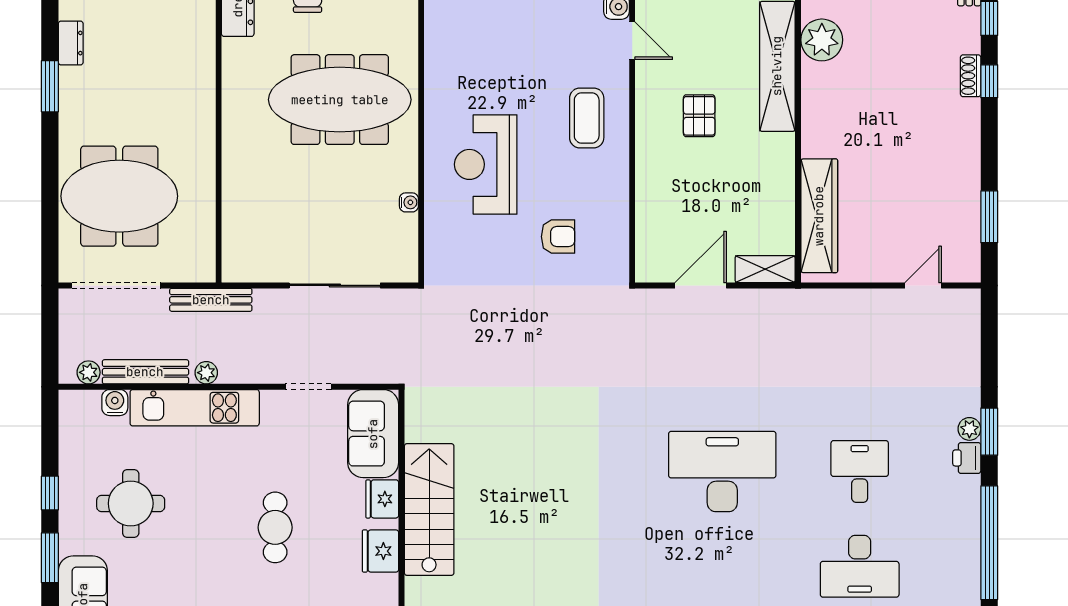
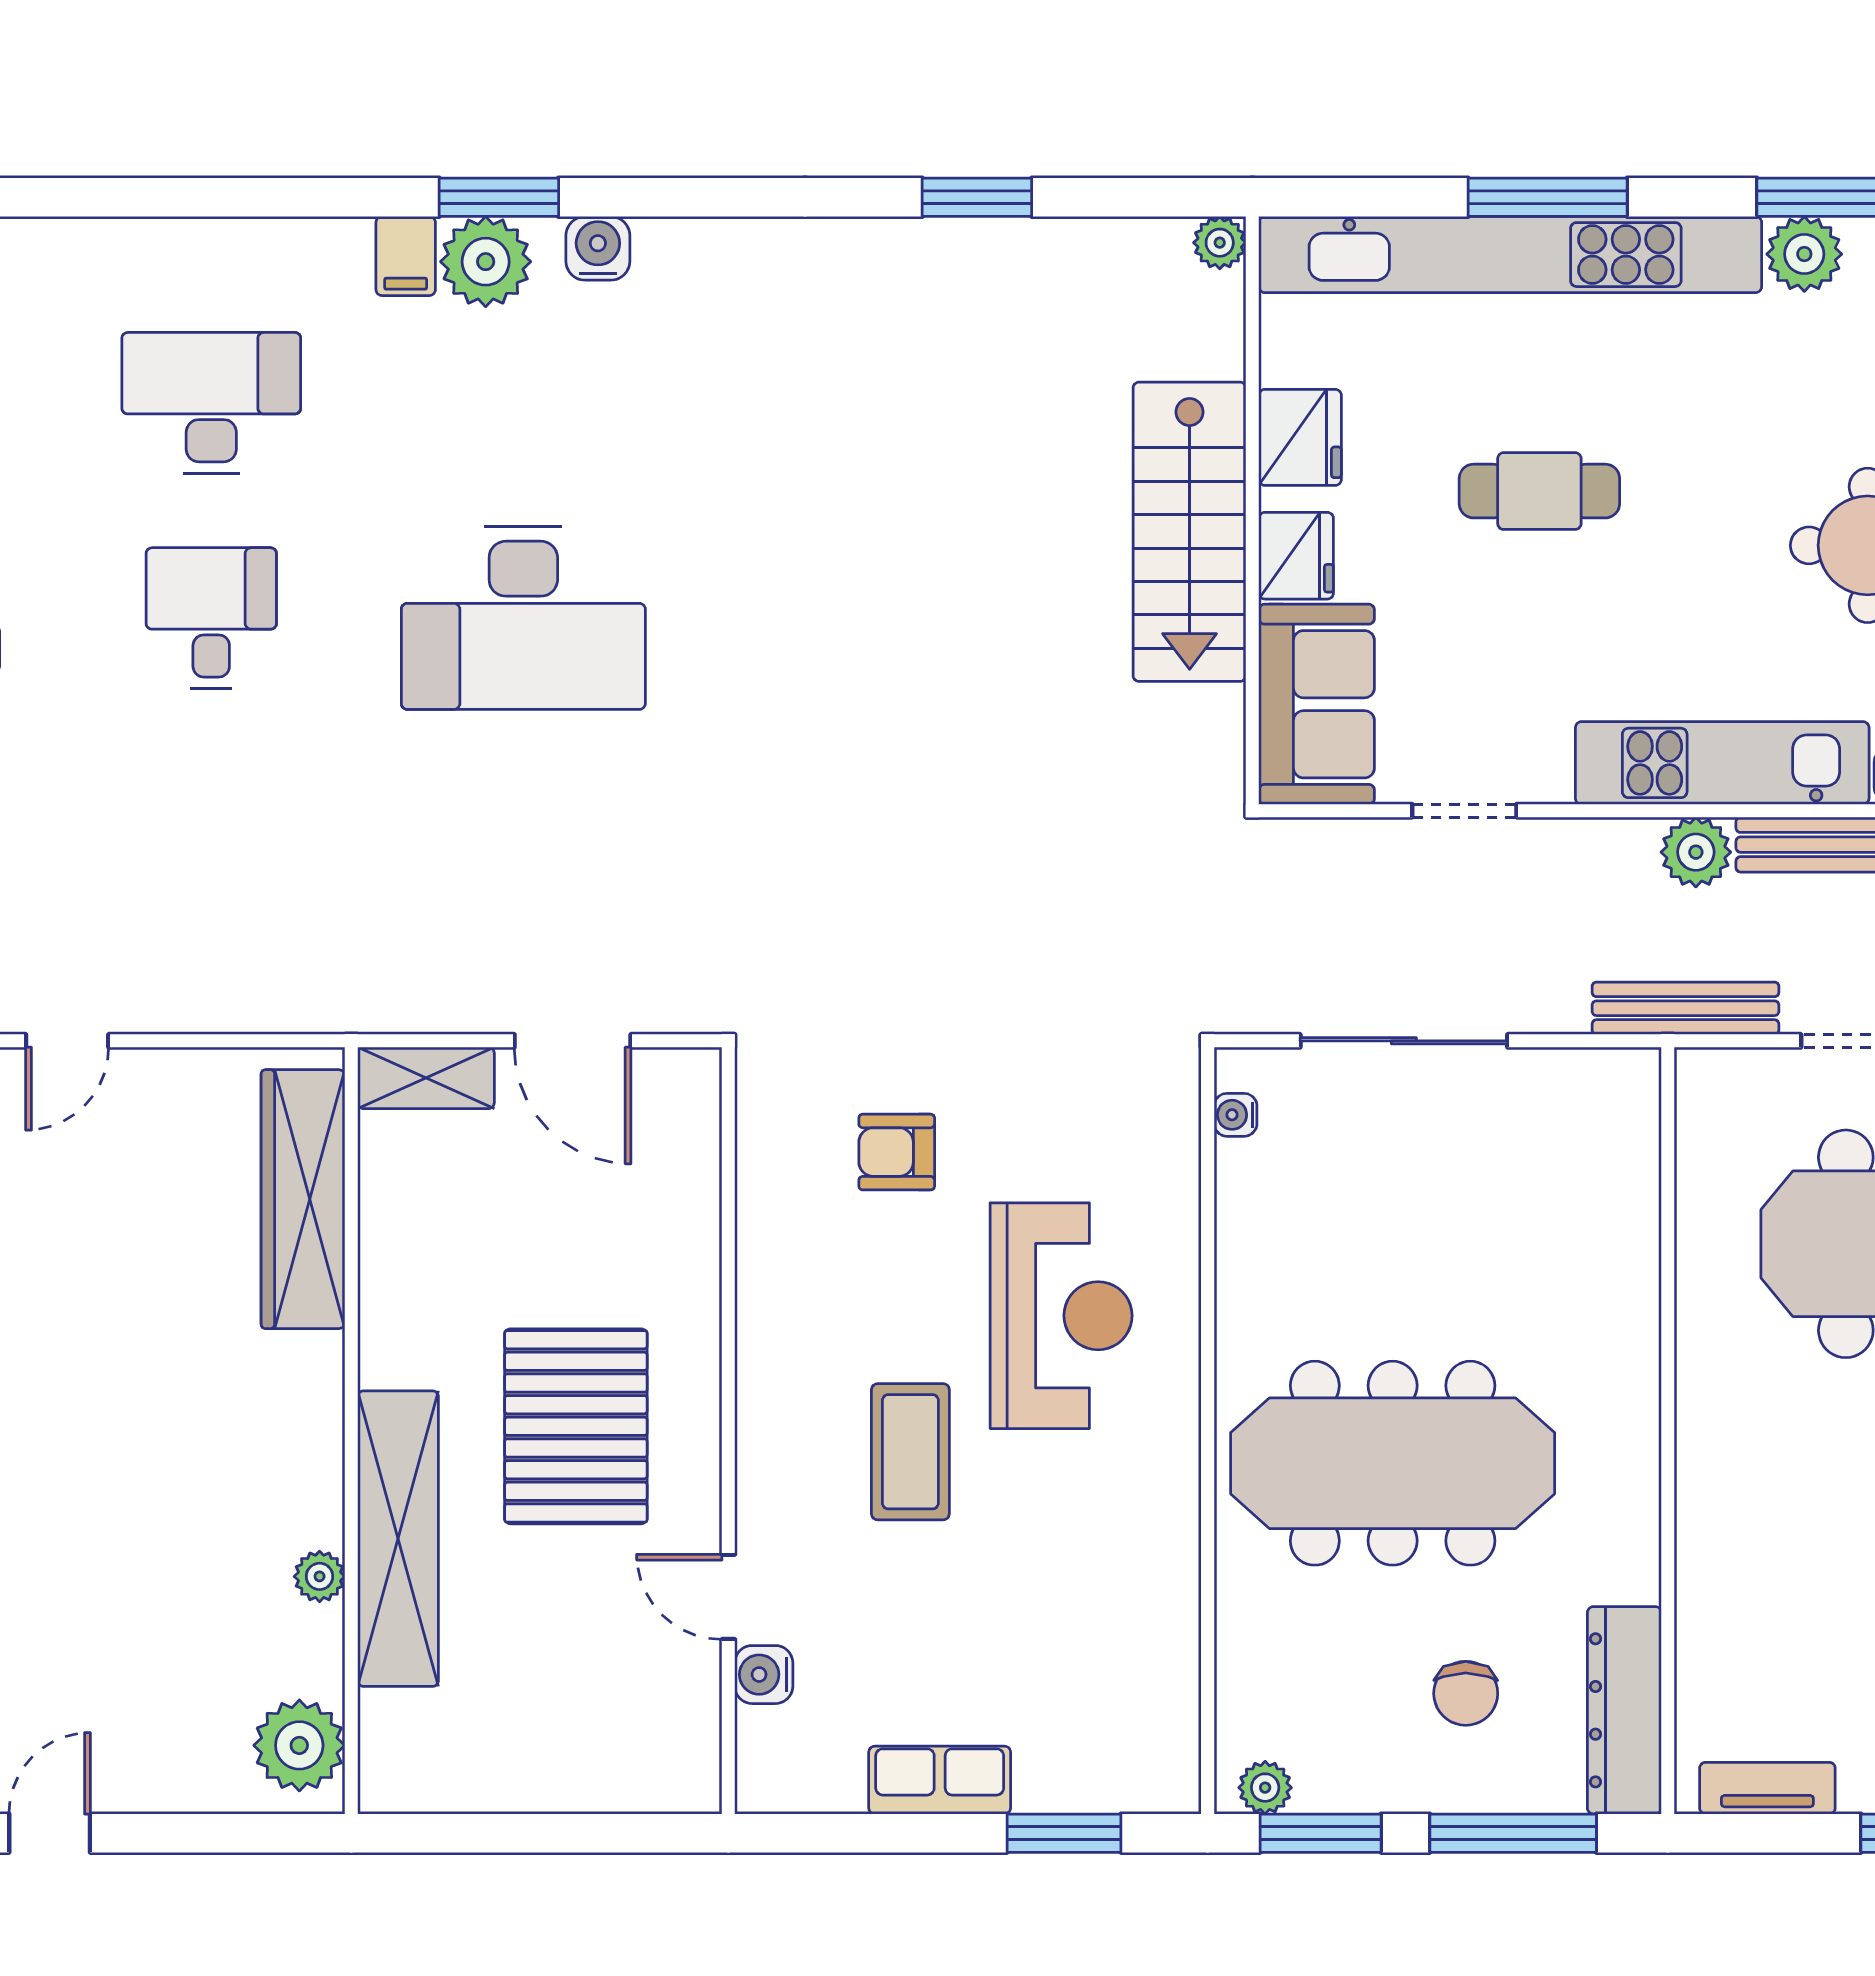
plant: (822, 40) -> (320, 1576), width x0.53, depth x0.53
pallet: (699, 116) -> (576, 1426), width x2.05, depth x2.00
coffee table: (587, 118) -> (910, 1452), moved
water cooler: (409, 202) -> (1235, 1115), moved
door: (701, 285) -> (573, 1041), hinge flipped
plant: (206, 373) -> (1696, 852), width x1.38, depth x1.38
desk: (860, 472) -> (211, 618), turned 180
cafe table: (275, 527) -> (1539, 491), turned 90

